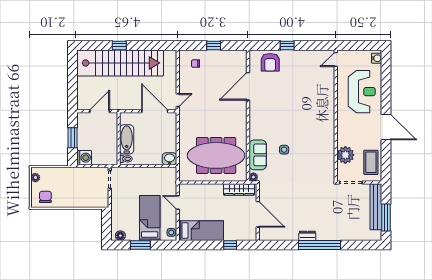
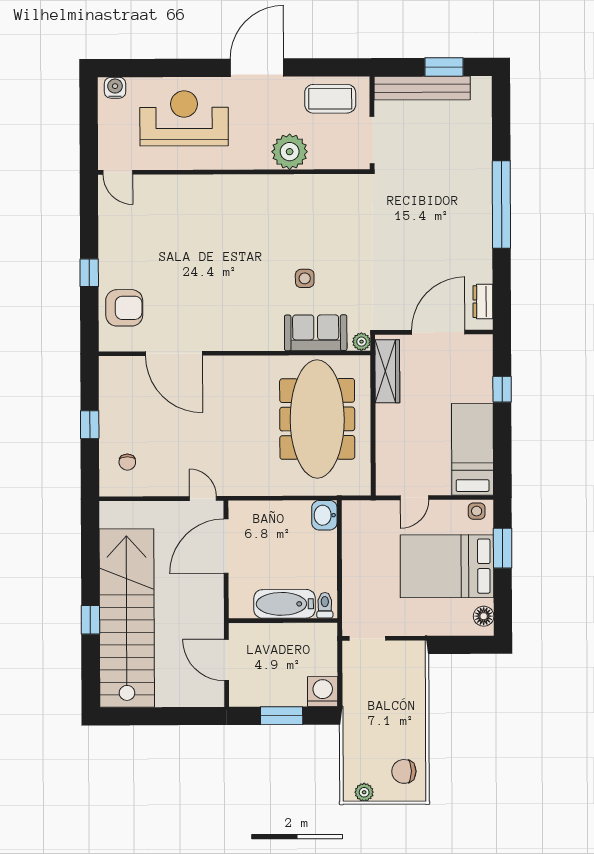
plant: (345, 155) -> (290, 152), moved
window: (386, 217) -> (444, 67), width x0.69
bed: (150, 218) -> (447, 566), width x1.50
dresser: (307, 236) -> (483, 302), moved
window: (140, 245) -> (503, 548), moved

